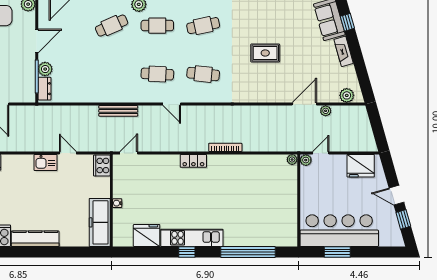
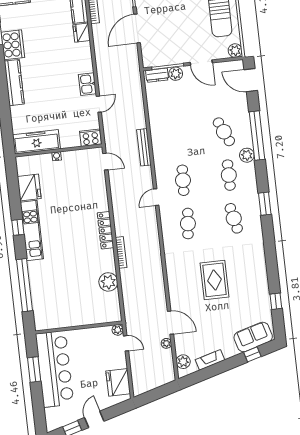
fireplace: (344, 51) -> (210, 360), moved
rug: (265, 53) -> (214, 280), width x1.36, depth x1.43
plant: (292, 160) -> (108, 282), moved, width x1.88, depth x1.88
locker: (193, 161) -> (106, 230), width x1.53

